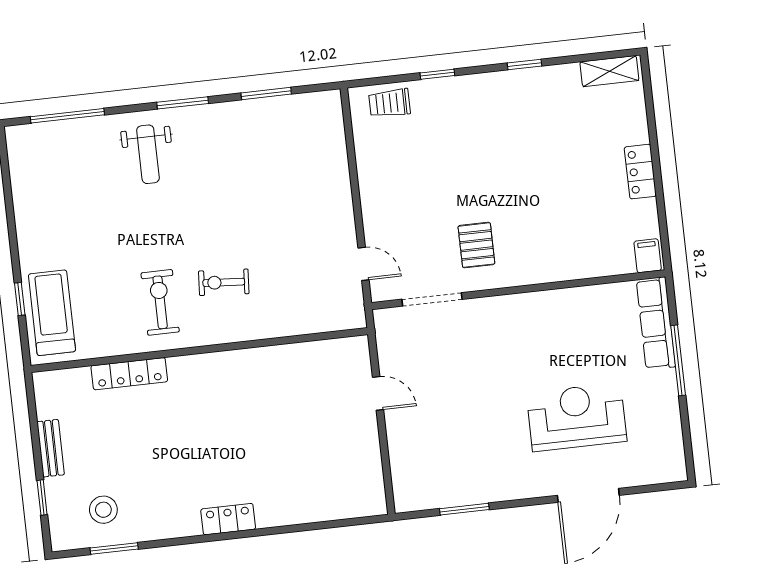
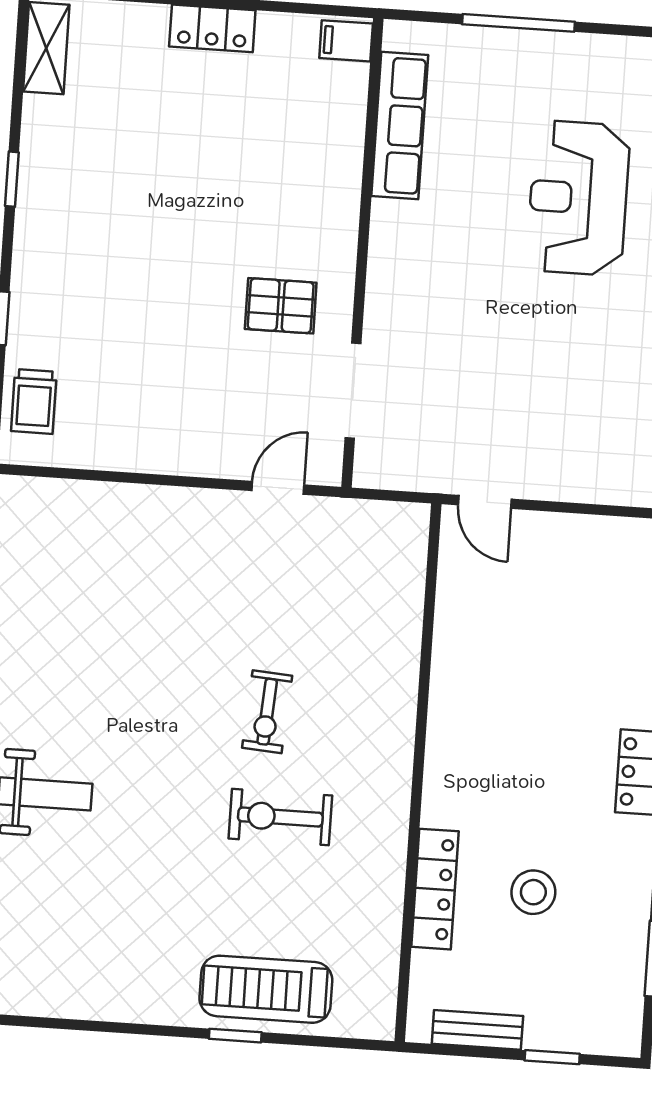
row of seats: (656, 323) -> (400, 125), moved, turned -90
wall: (199, 350) -> (418, 773), moved
locker: (129, 374) -> (435, 889), moved
door: (378, 393) -> (485, 502), swing flipped
stool: (103, 510) -> (533, 892), moved

